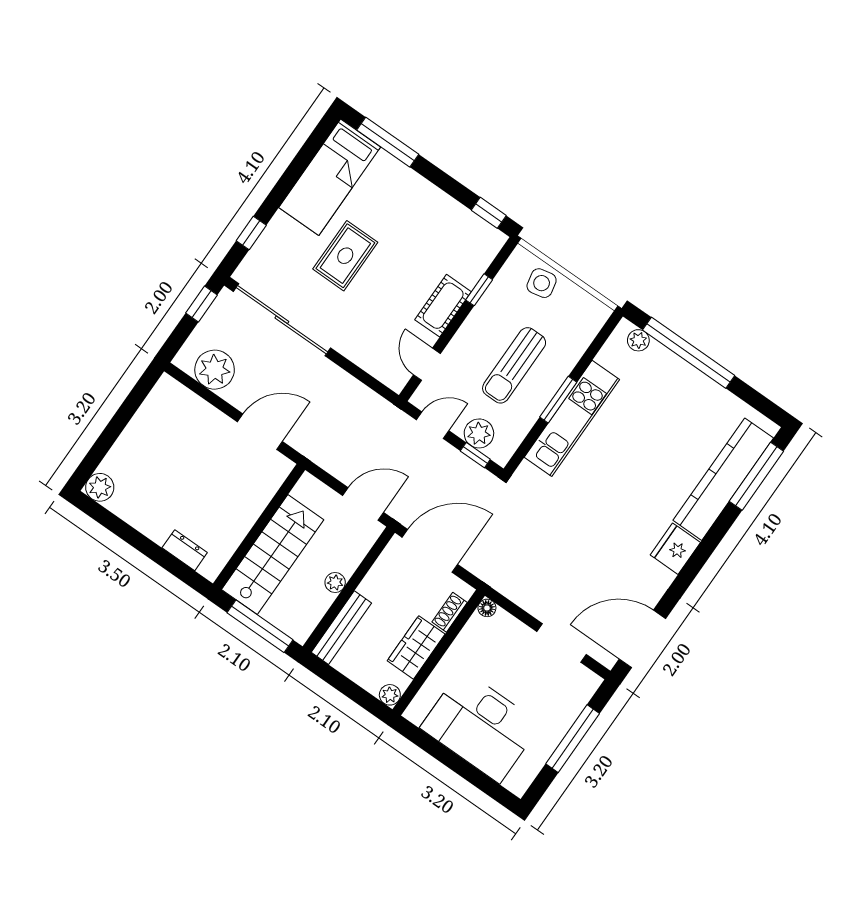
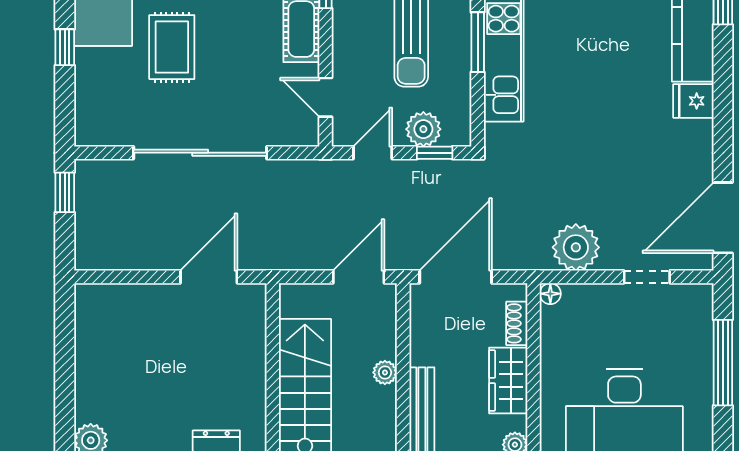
window: (251, 233) -> (65, 47), moved
sliding door: (282, 320) -> (200, 153), moved
plant: (215, 370) -> (576, 247), moved
fridge: (675, 549) -> (693, 101), width x0.72
doorway: (562, 643) -> (647, 277), width x0.73

